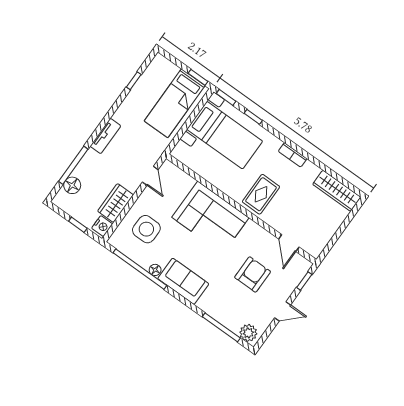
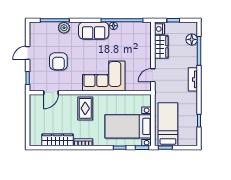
door: (150, 176) -> (153, 75), hinge flipped
wardrobe: (337, 191) -> (57, 140), moved
side table: (146, 229) -> (134, 45), removed
door: (289, 243) -> (51, 93), swing flipped
plant: (248, 333) -> (64, 28), moved

